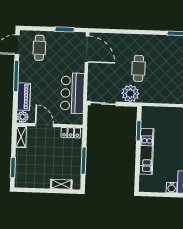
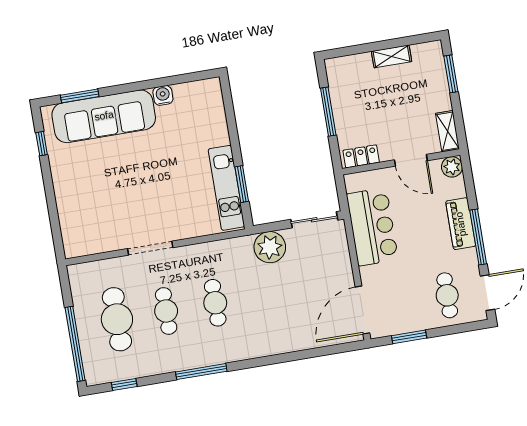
door: (87, 49) -> (362, 310), hinge flipped
cafe table: (139, 68) -> (215, 303), moved
piano: (24, 97) -> (461, 224), moved
kitchen unit: (147, 151) -> (226, 188), moved
shelving: (61, 184) -> (392, 56), moved

